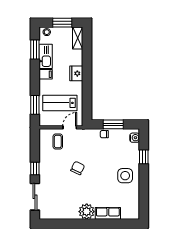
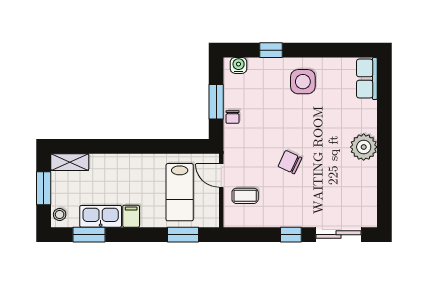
fridge: (76, 73) -> (130, 164), removed
row of seats: (108, 213) -> (367, 79), moved

